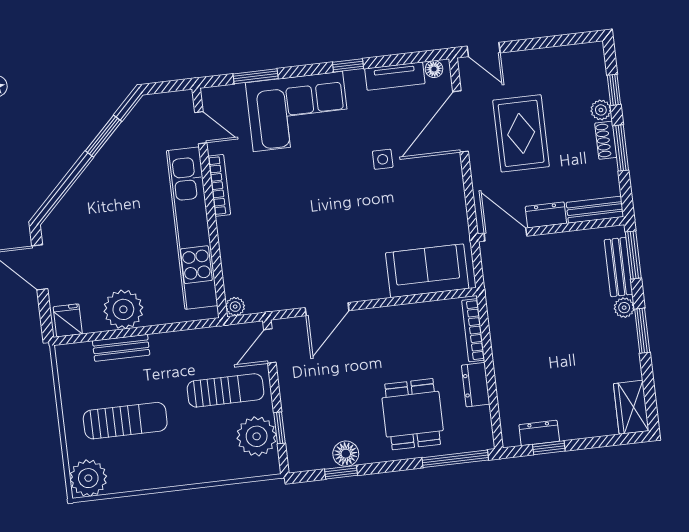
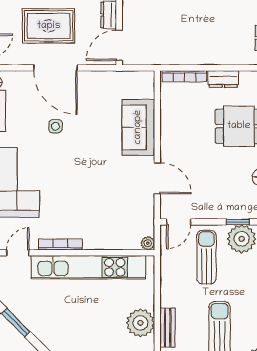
door: (461, 121) -> (55, 68), moved
sofa: (427, 271) -> (138, 127), moved
door: (270, 346) -> (179, 222), hinge flipped

